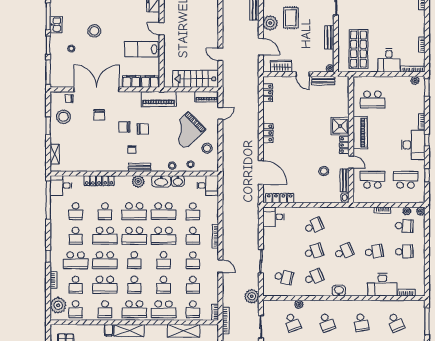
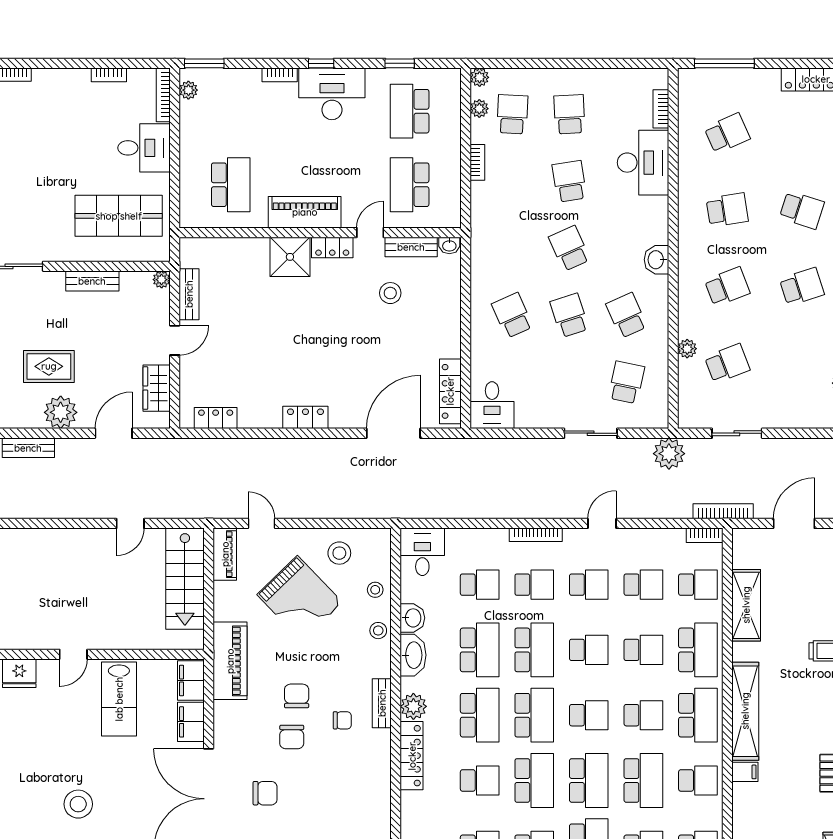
locker: (99, 181) -> (412, 756), moved
shelving: (129, 330) -> (745, 711), width x1.47

